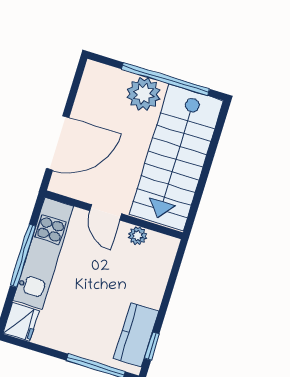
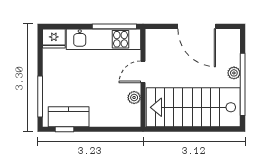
plant: (144, 94) -> (234, 73), width x0.53, depth x0.53
door: (58, 143) -> (197, 26), moved
window: (23, 256) -> (114, 26), moved

